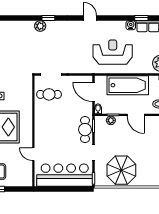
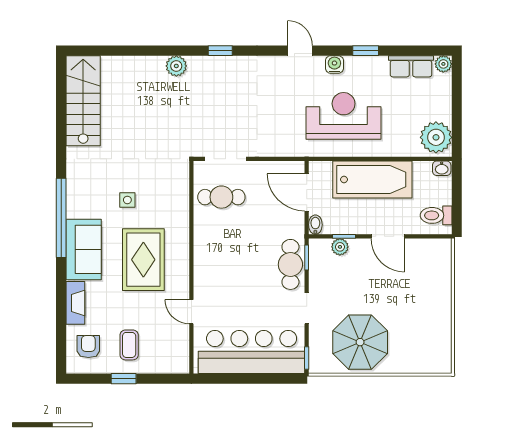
window: (141, 18) -> (366, 51), moved
water cooler: (131, 25) -> (334, 64), moved
plant: (40, 26) -> (176, 66), moved

